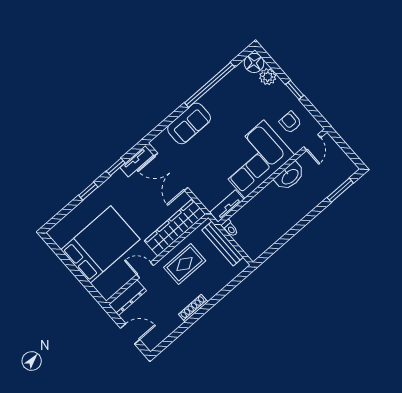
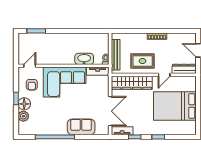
floor lamp: (254, 63) -> (24, 104), moved
washbasin: (290, 176) -> (84, 59), moved
door: (145, 270) -> (164, 75), hinge flipped

